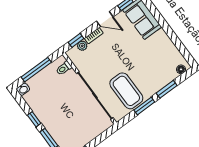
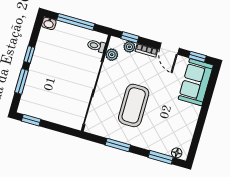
plant: (78, 62) -> (112, 55), added
window: (167, 89) -> (161, 157), moved
coffee table: (126, 91) -> (134, 105), moved

